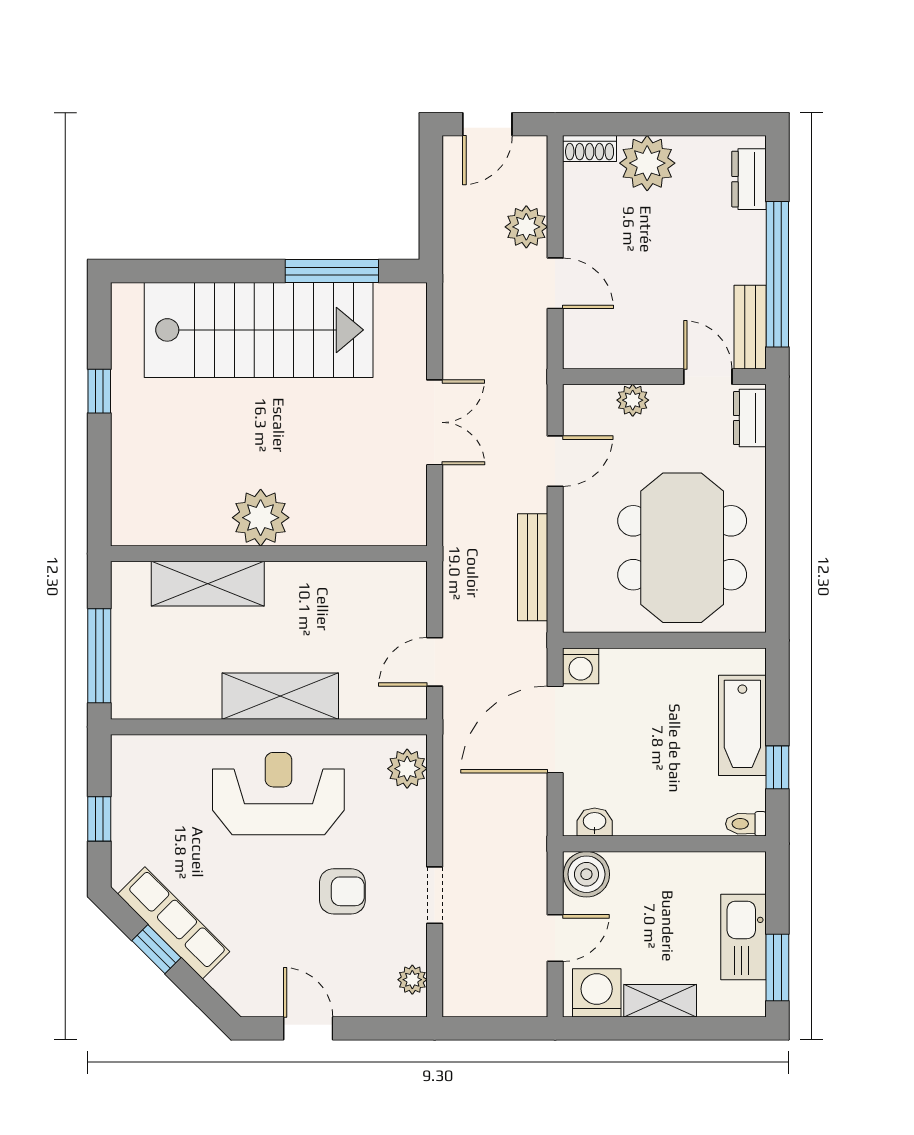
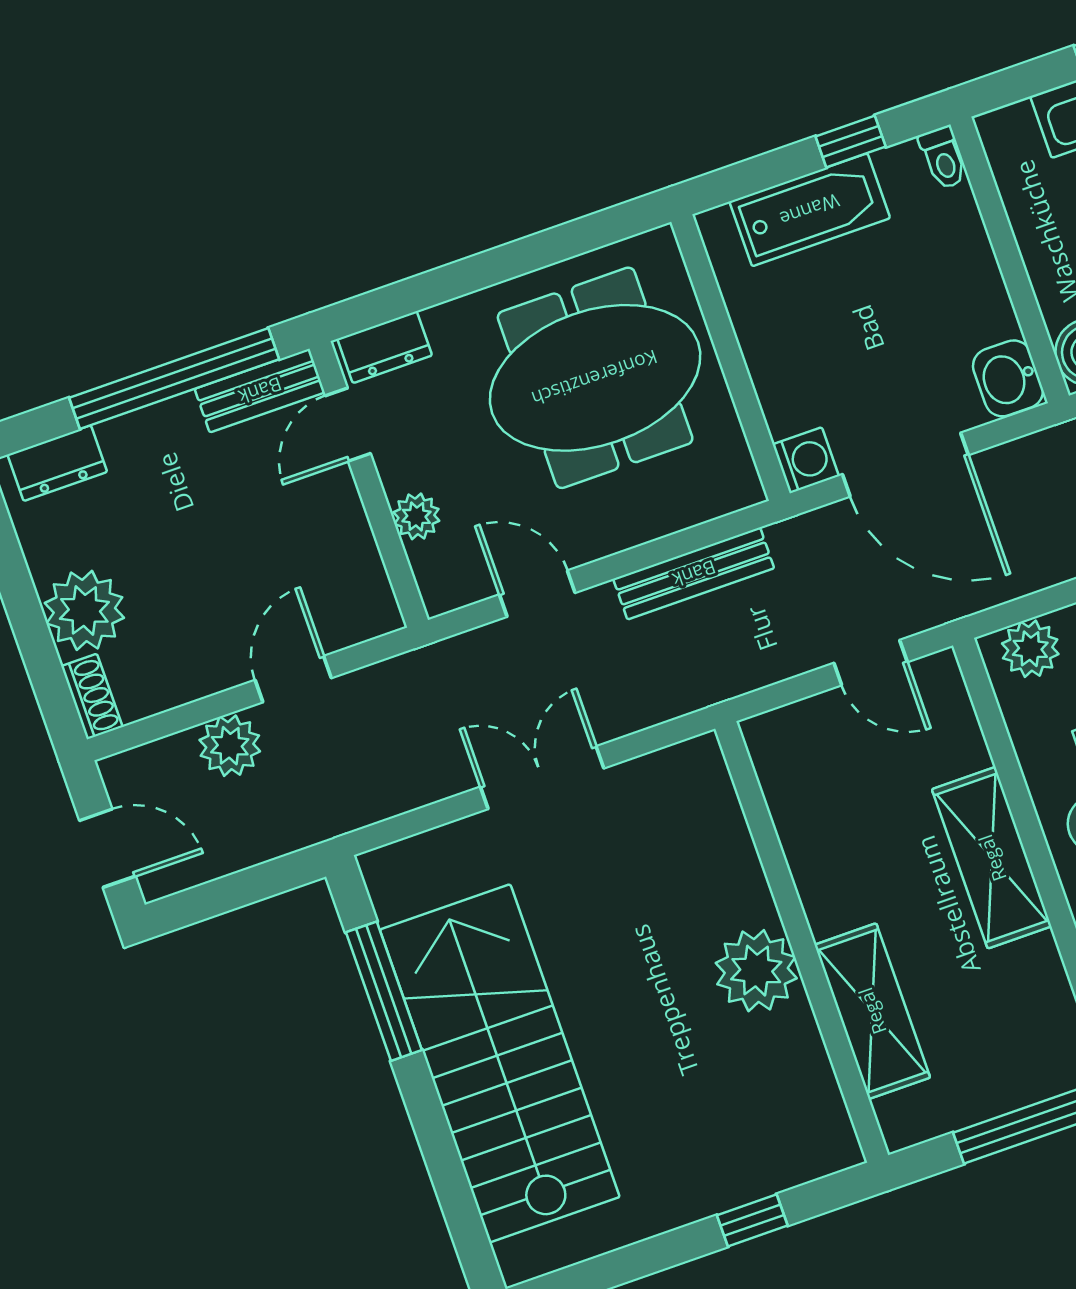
window: (99, 391) -> (752, 1220), moved
washbasin: (595, 822) -> (1008, 378), width x1.38, depth x1.45

